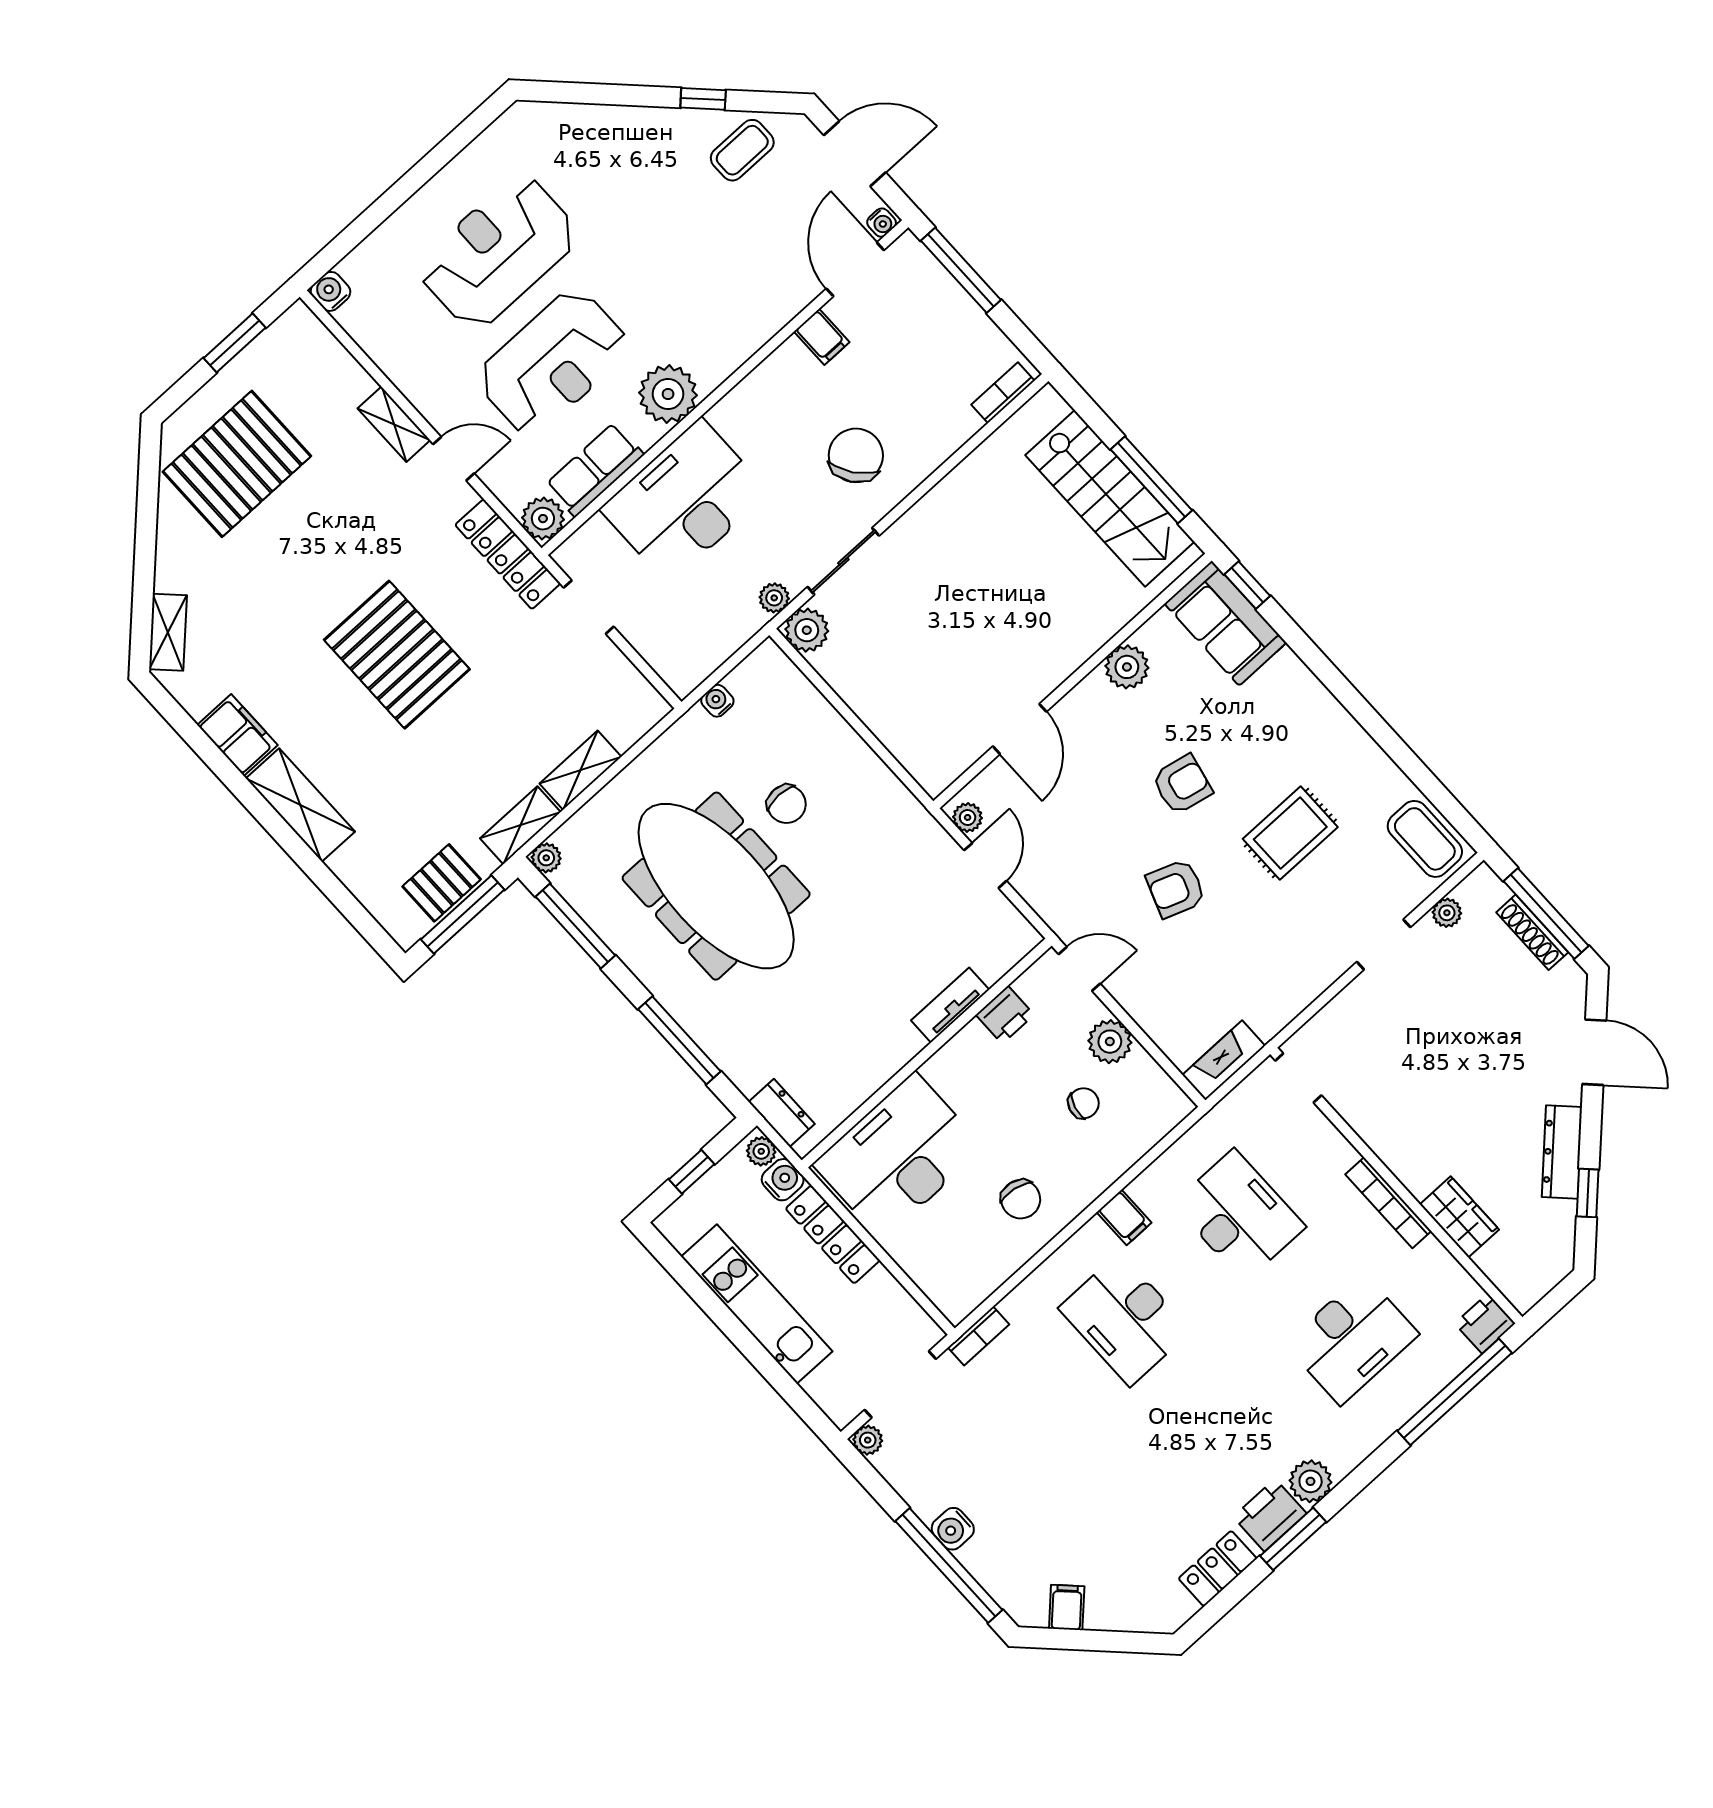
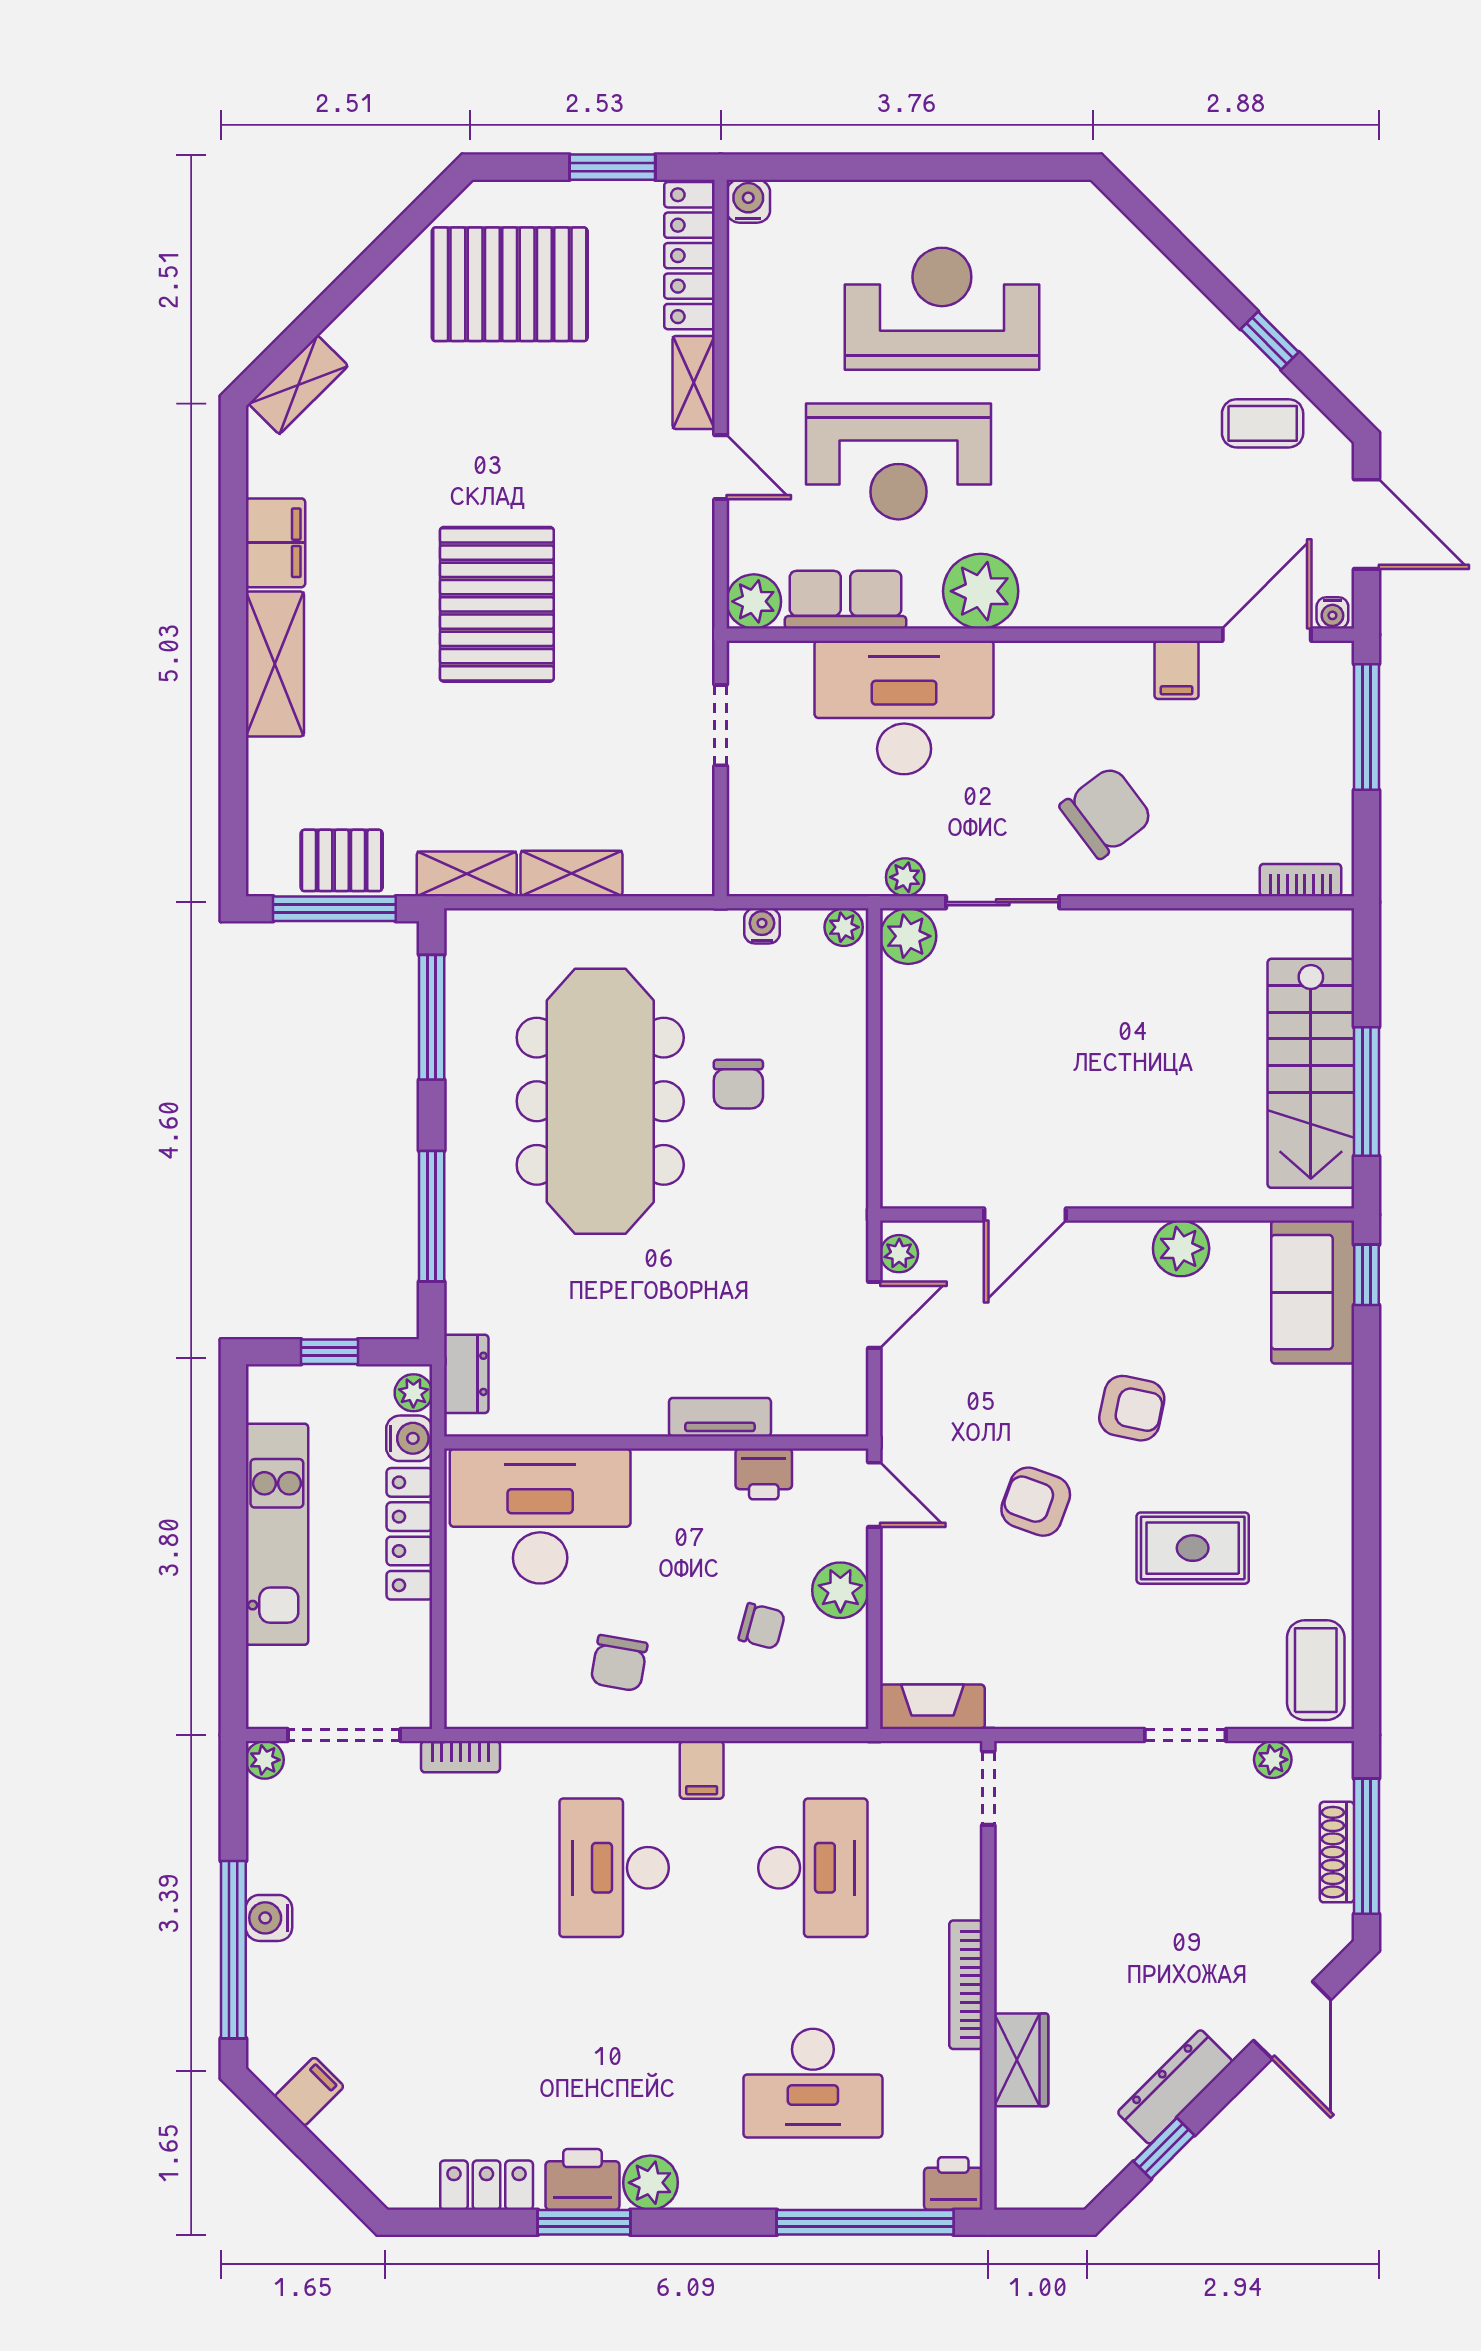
locker: (508, 554) -> (689, 256), moved
plant: (546, 858) -> (844, 927), moved

